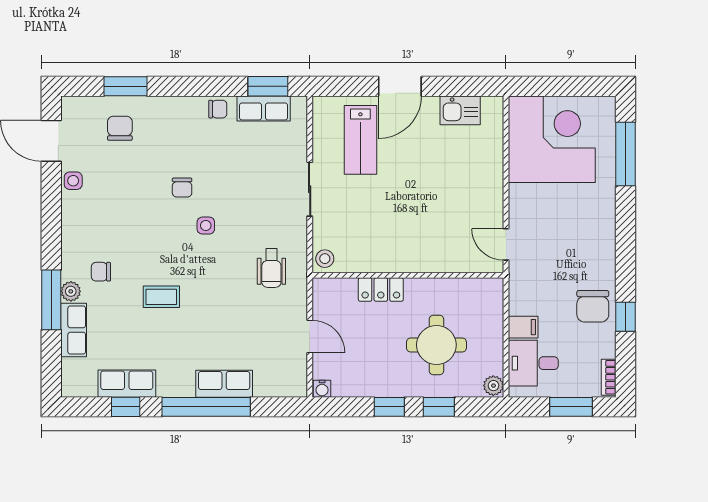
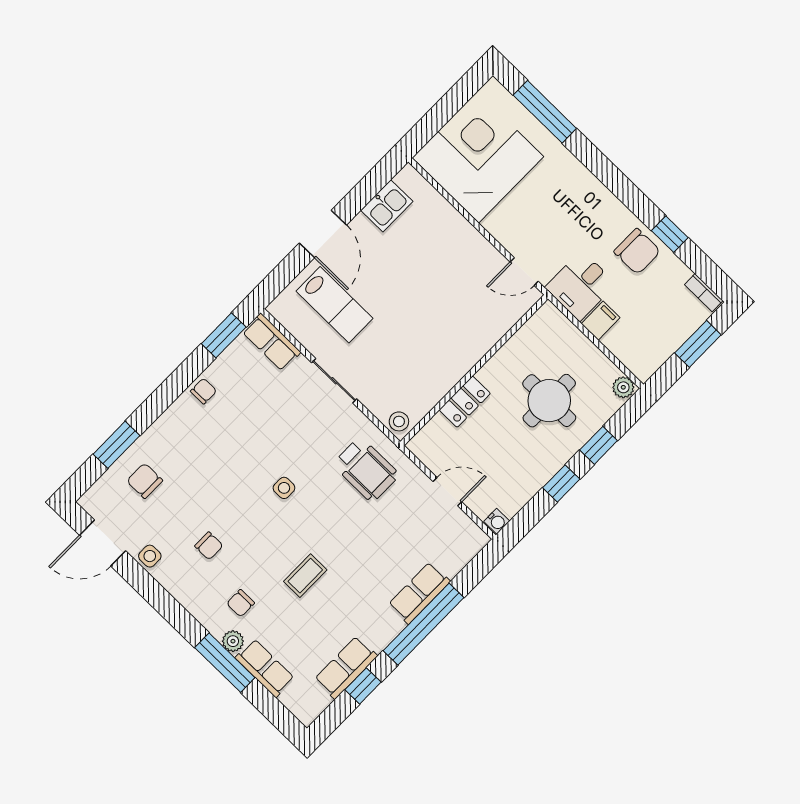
row of seats: (264, 108) -> (271, 342), moved, turned 90
chair: (182, 188) -> (209, 546), moved
wheelchair: (271, 268) -> (366, 470), width x1.36, depth x1.37
desk: (533, 363) -> (581, 286), moved

